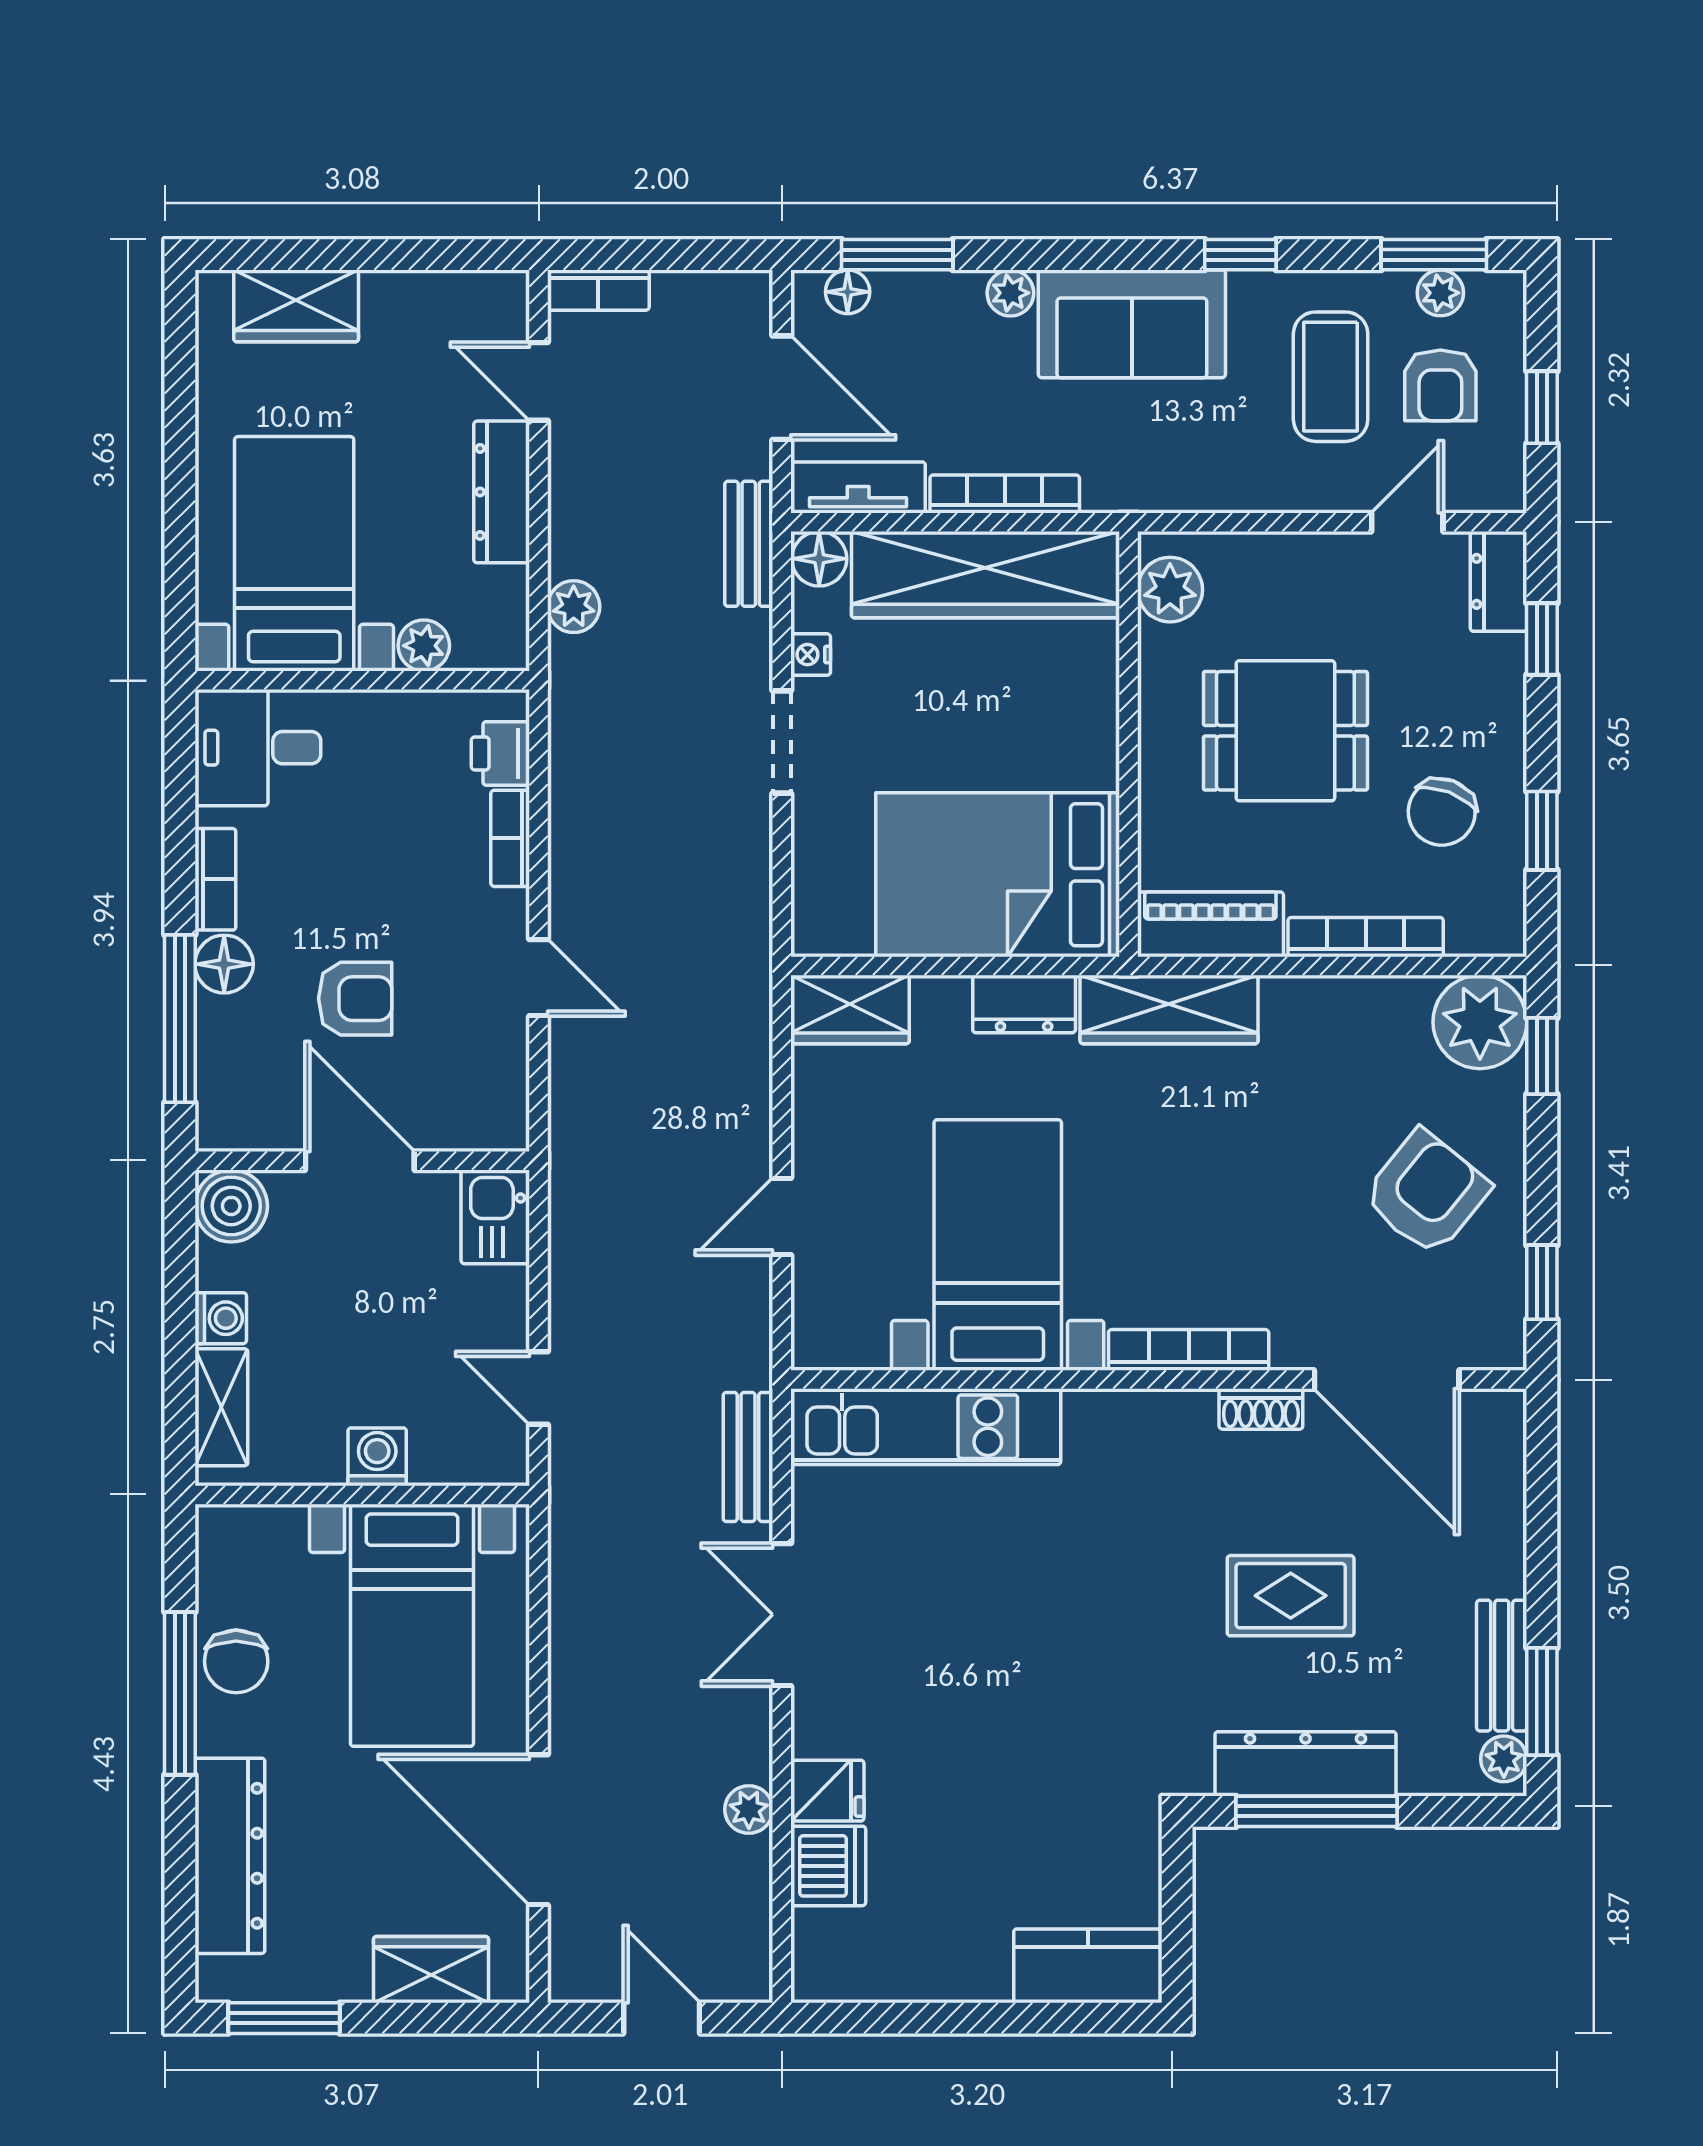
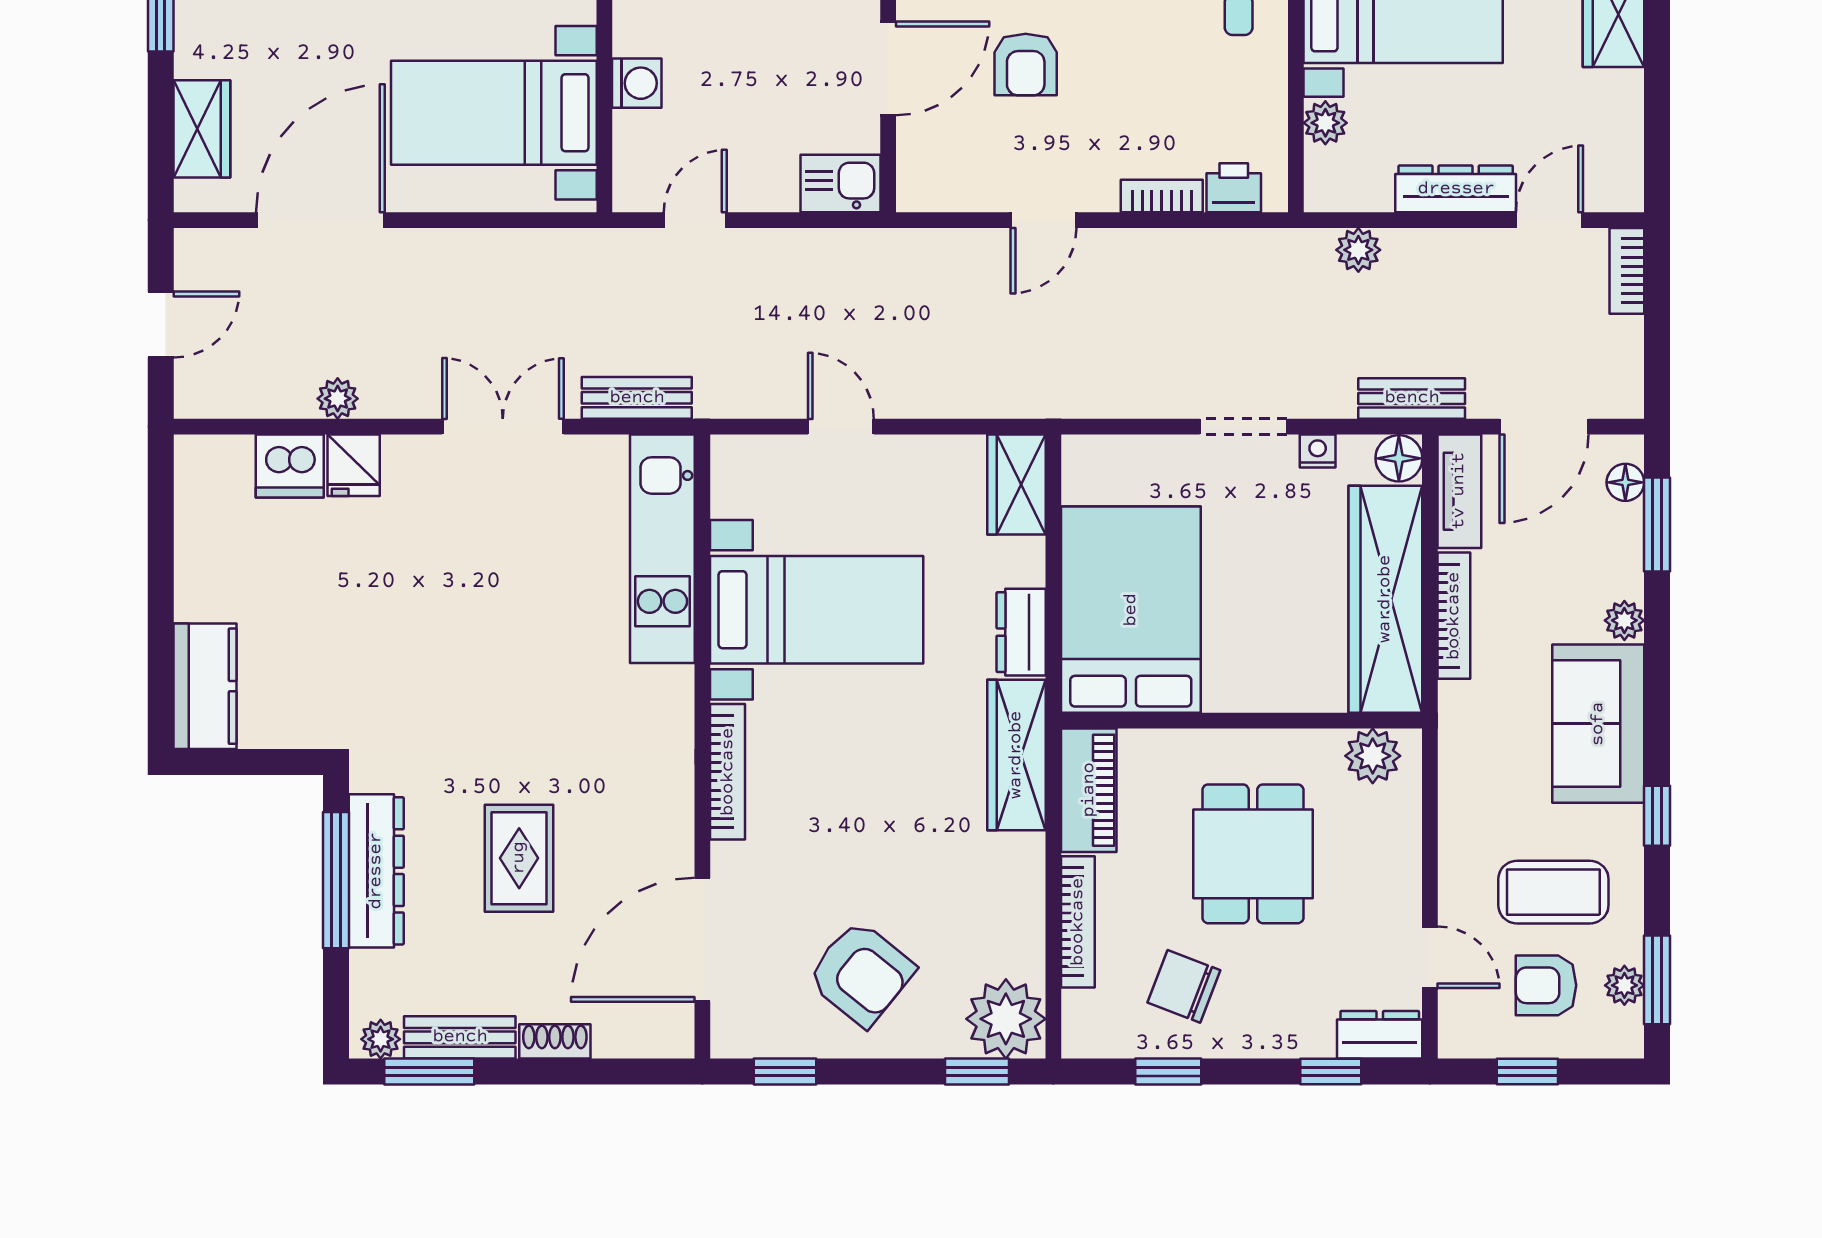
shoe rack: (1261, 1409) -> (555, 1041), moved, turned 90

